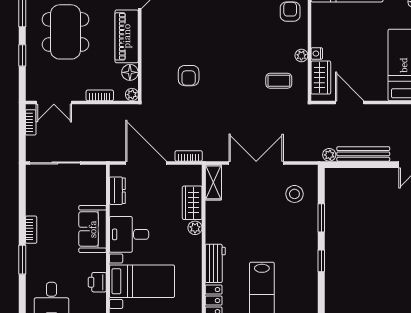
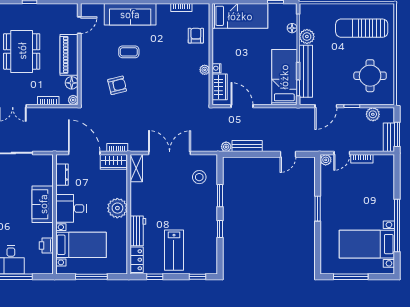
armchair: (189, 76) -> (117, 85), turned -104
coffee table: (279, 81) -> (129, 52), moved
bench: (363, 154) -> (247, 146), width x0.73
wardrobe: (192, 203) -> (113, 162), moved, turned -90
plant: (195, 228) -> (117, 208), width x1.87, depth x1.87

